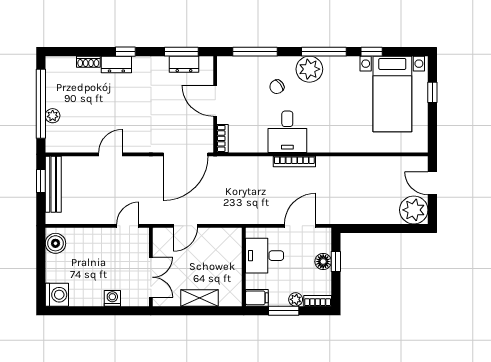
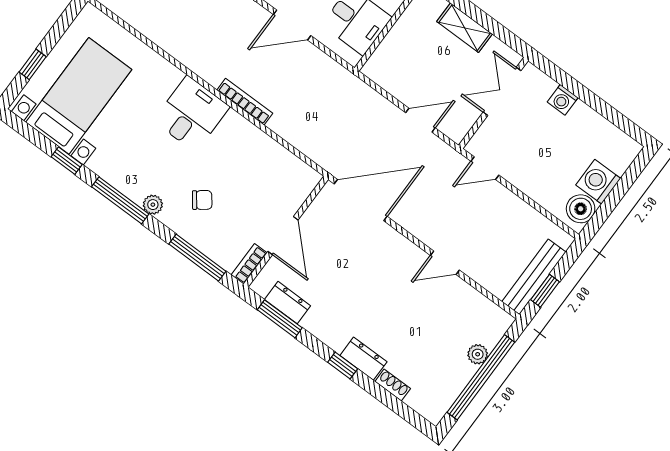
plant: (309, 69) -> (153, 205), width x0.53, depth x0.53
desk: (287, 132) -> (191, 114), moved
bookcase: (223, 138) -> (249, 264), moved
washing machine: (57, 295) -> (598, 182), moved

